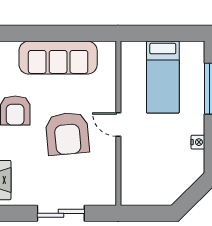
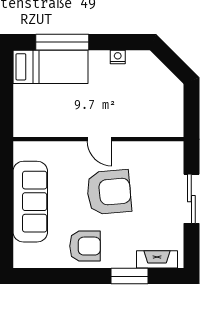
bed: (163, 77) -> (50, 67), moved
door: (118, 124) -> (99, 139), hinge flipped

